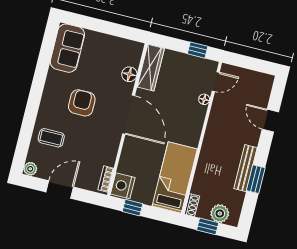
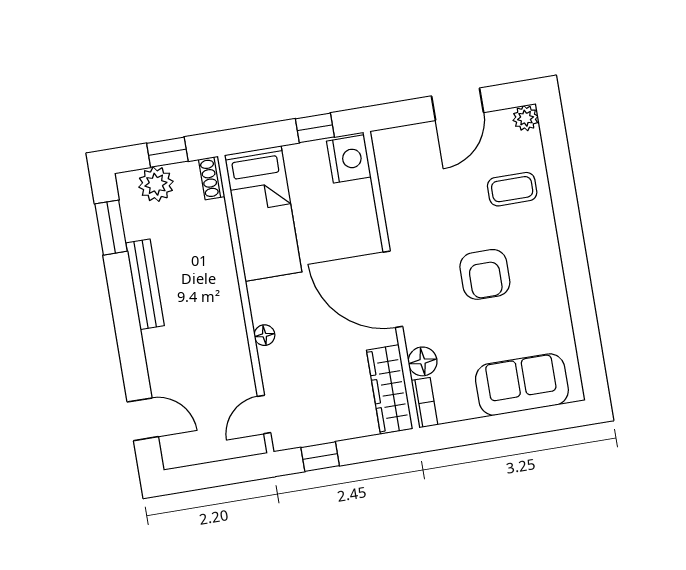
sofa: (67, 48) -> (522, 385), moved, turned 90
floor lamp: (204, 99) -> (264, 335), moved
door: (270, 121) -> (143, 419), moved
bookcase: (106, 179) -> (425, 403), moved
window: (256, 179) -> (111, 228), moved

